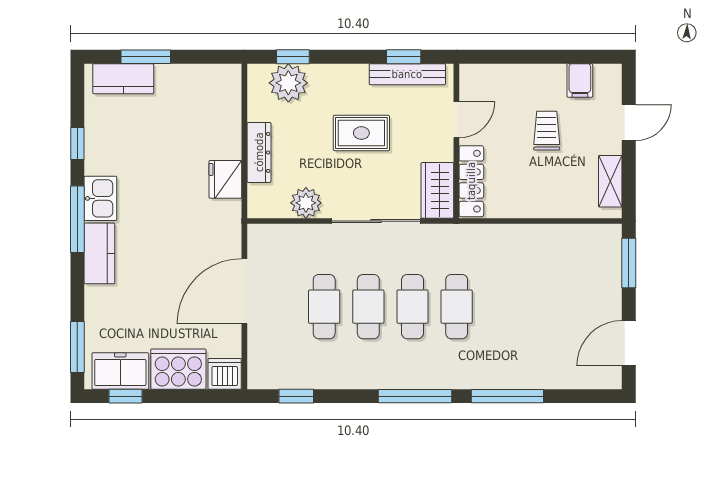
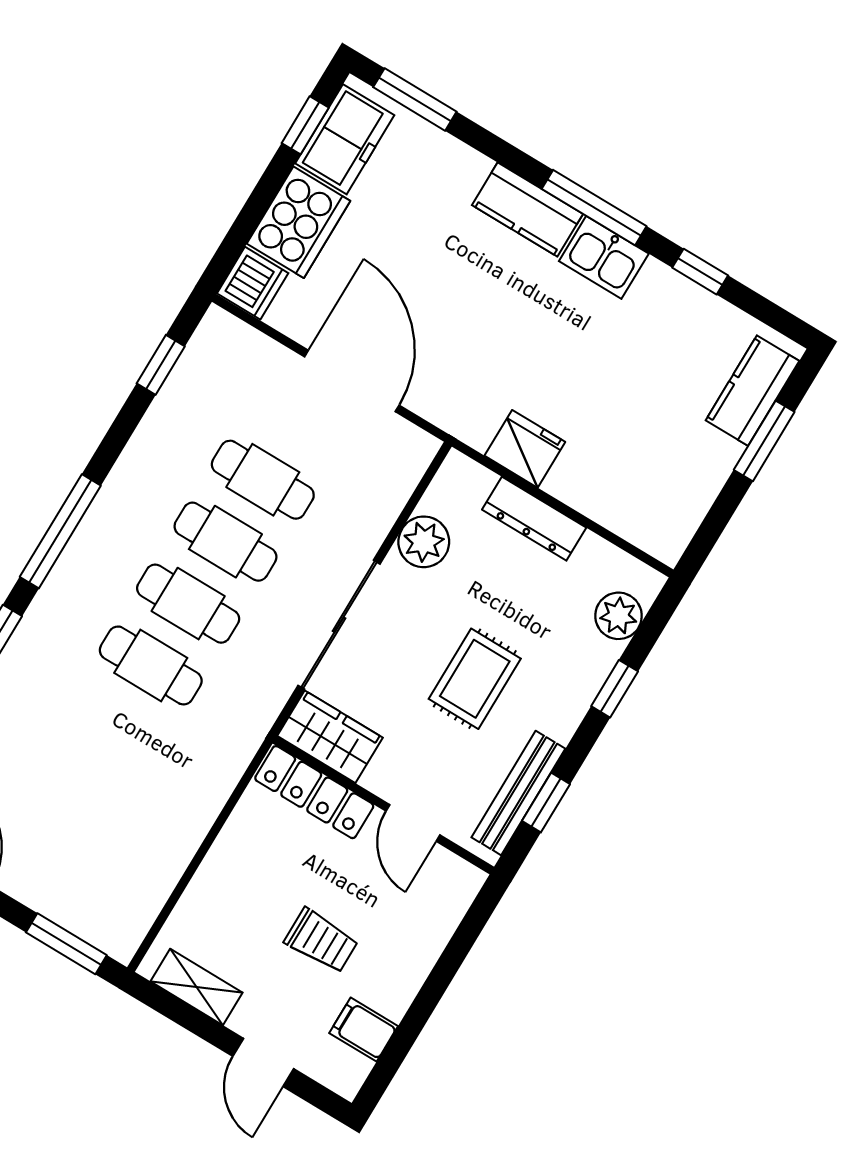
window: (293, 57) -> (615, 689), moved
plant: (288, 83) -> (618, 616), width x0.73, depth x0.73

